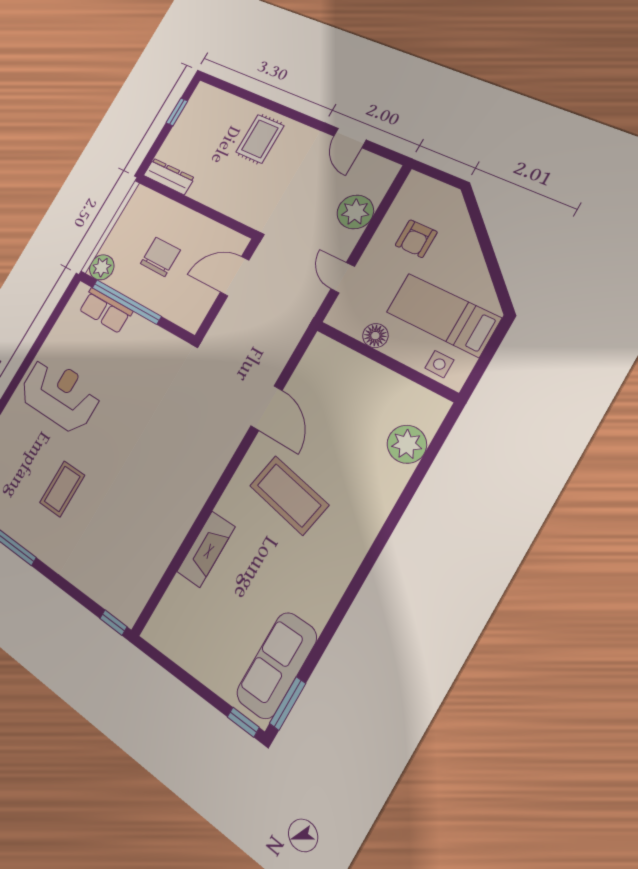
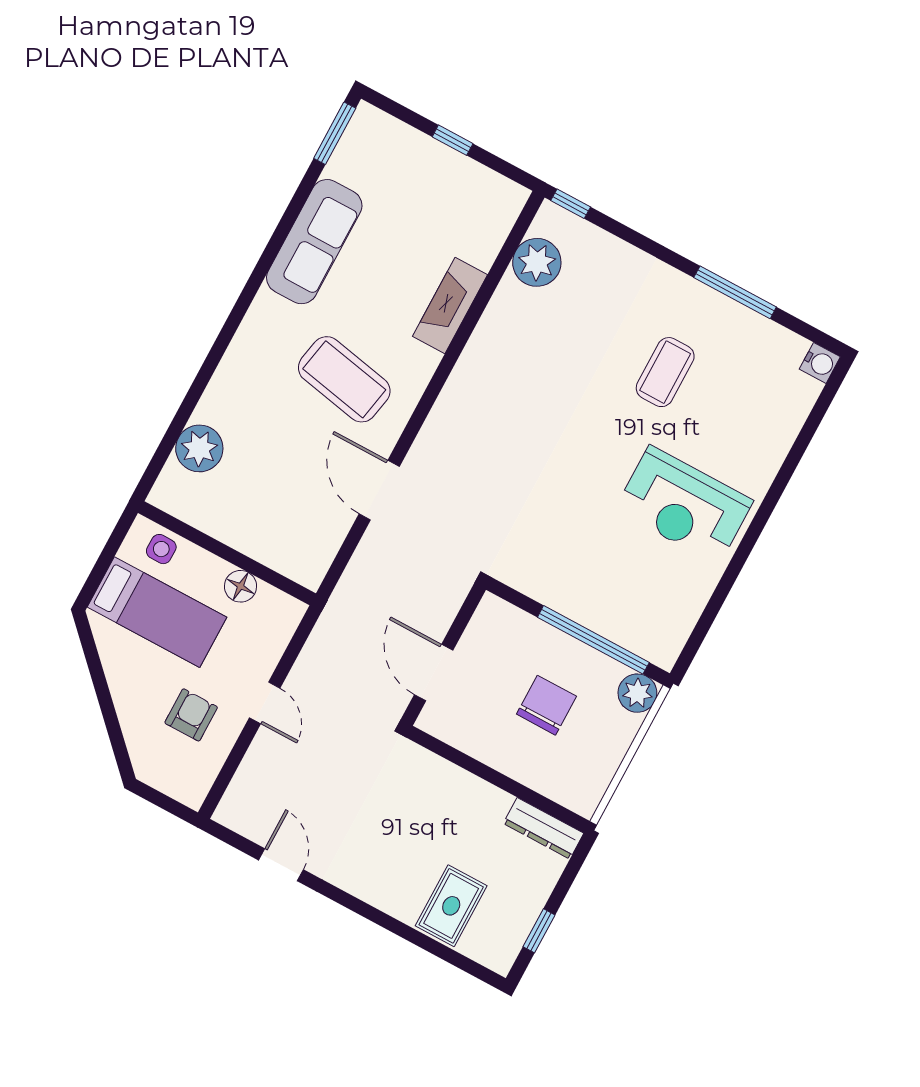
rug: (260, 139) -> (451, 906), moved
plant: (355, 212) -> (537, 262), moved
chair: (160, 257) -> (546, 705), turned 180
door: (235, 276) -> (434, 673), swing flipped
door: (343, 278) -> (265, 703), moved
row of seats: (105, 310) -> (625, 628), removed
sofa: (277, 665) -> (314, 242), moved
window: (243, 722) -> (453, 140), moved

